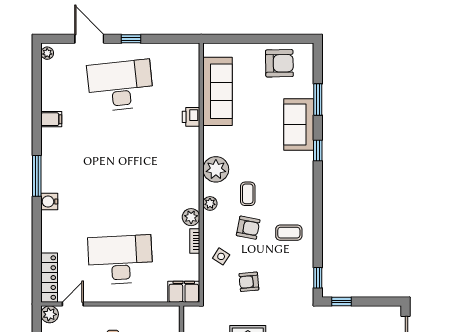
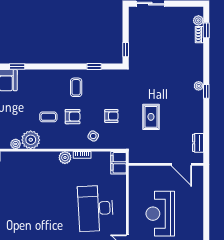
plant: (210, 203) -> (16, 144), moved
armchair: (248, 228) -> (73, 117), turned 79
window: (318, 278) -> (94, 67), moved
armchair: (249, 282) -> (111, 116), turned -85

